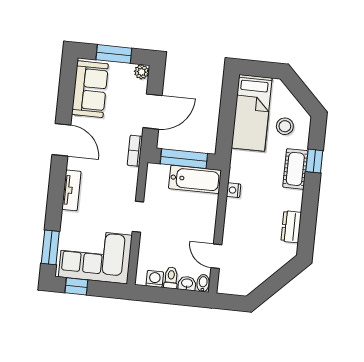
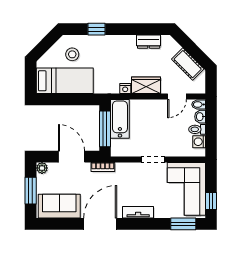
door: (61, 140) -> (100, 224), width x1.36
cot: (295, 169) -> (188, 64), moved, turned 45
wardrobe: (235, 218) -> (146, 85), added

